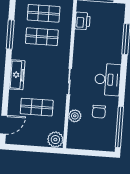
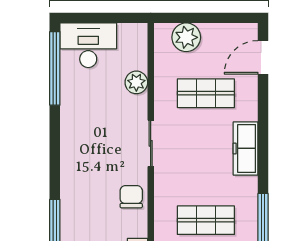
desk: (108, 80) -> (88, 45), moved, turned 90
chair: (99, 112) -> (131, 197), moved
plant: (55, 140) -> (186, 37), moved

